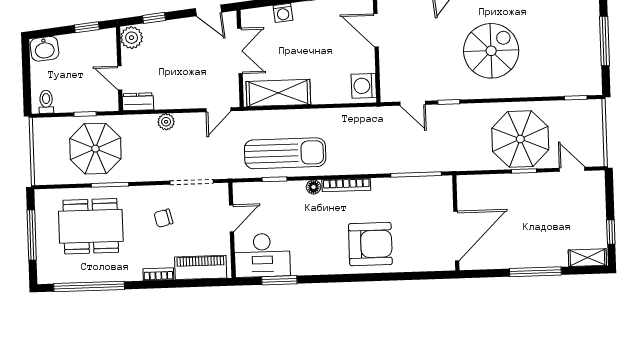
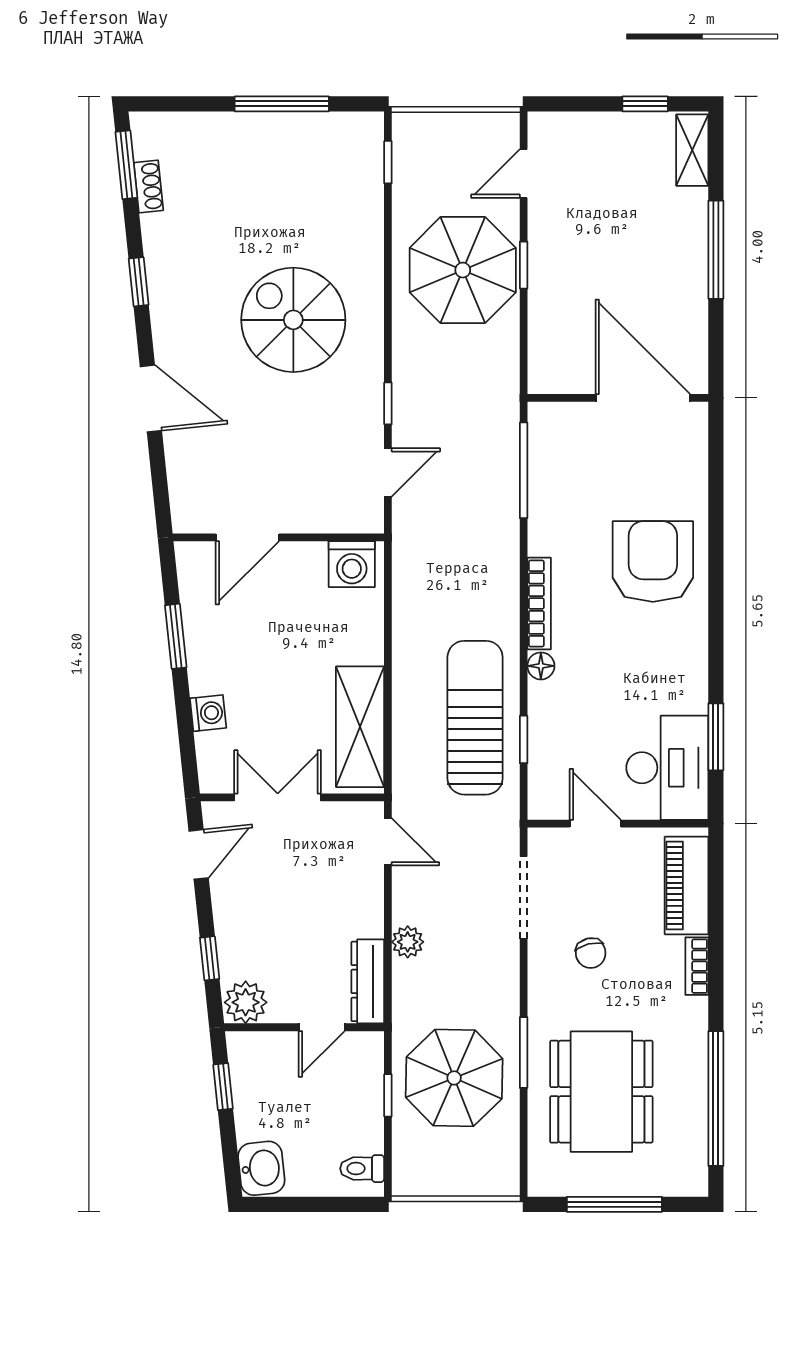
dresser: (138, 102) -> (368, 981), width x1.44

